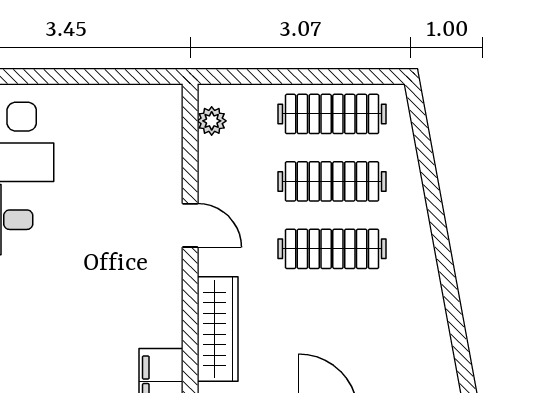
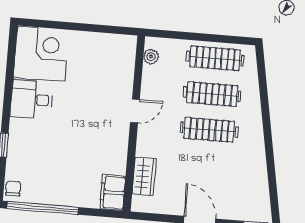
door: (190, 225) -> (135, 111), hinge flipped
wardrobe: (218, 329) -> (144, 176), width x0.67

